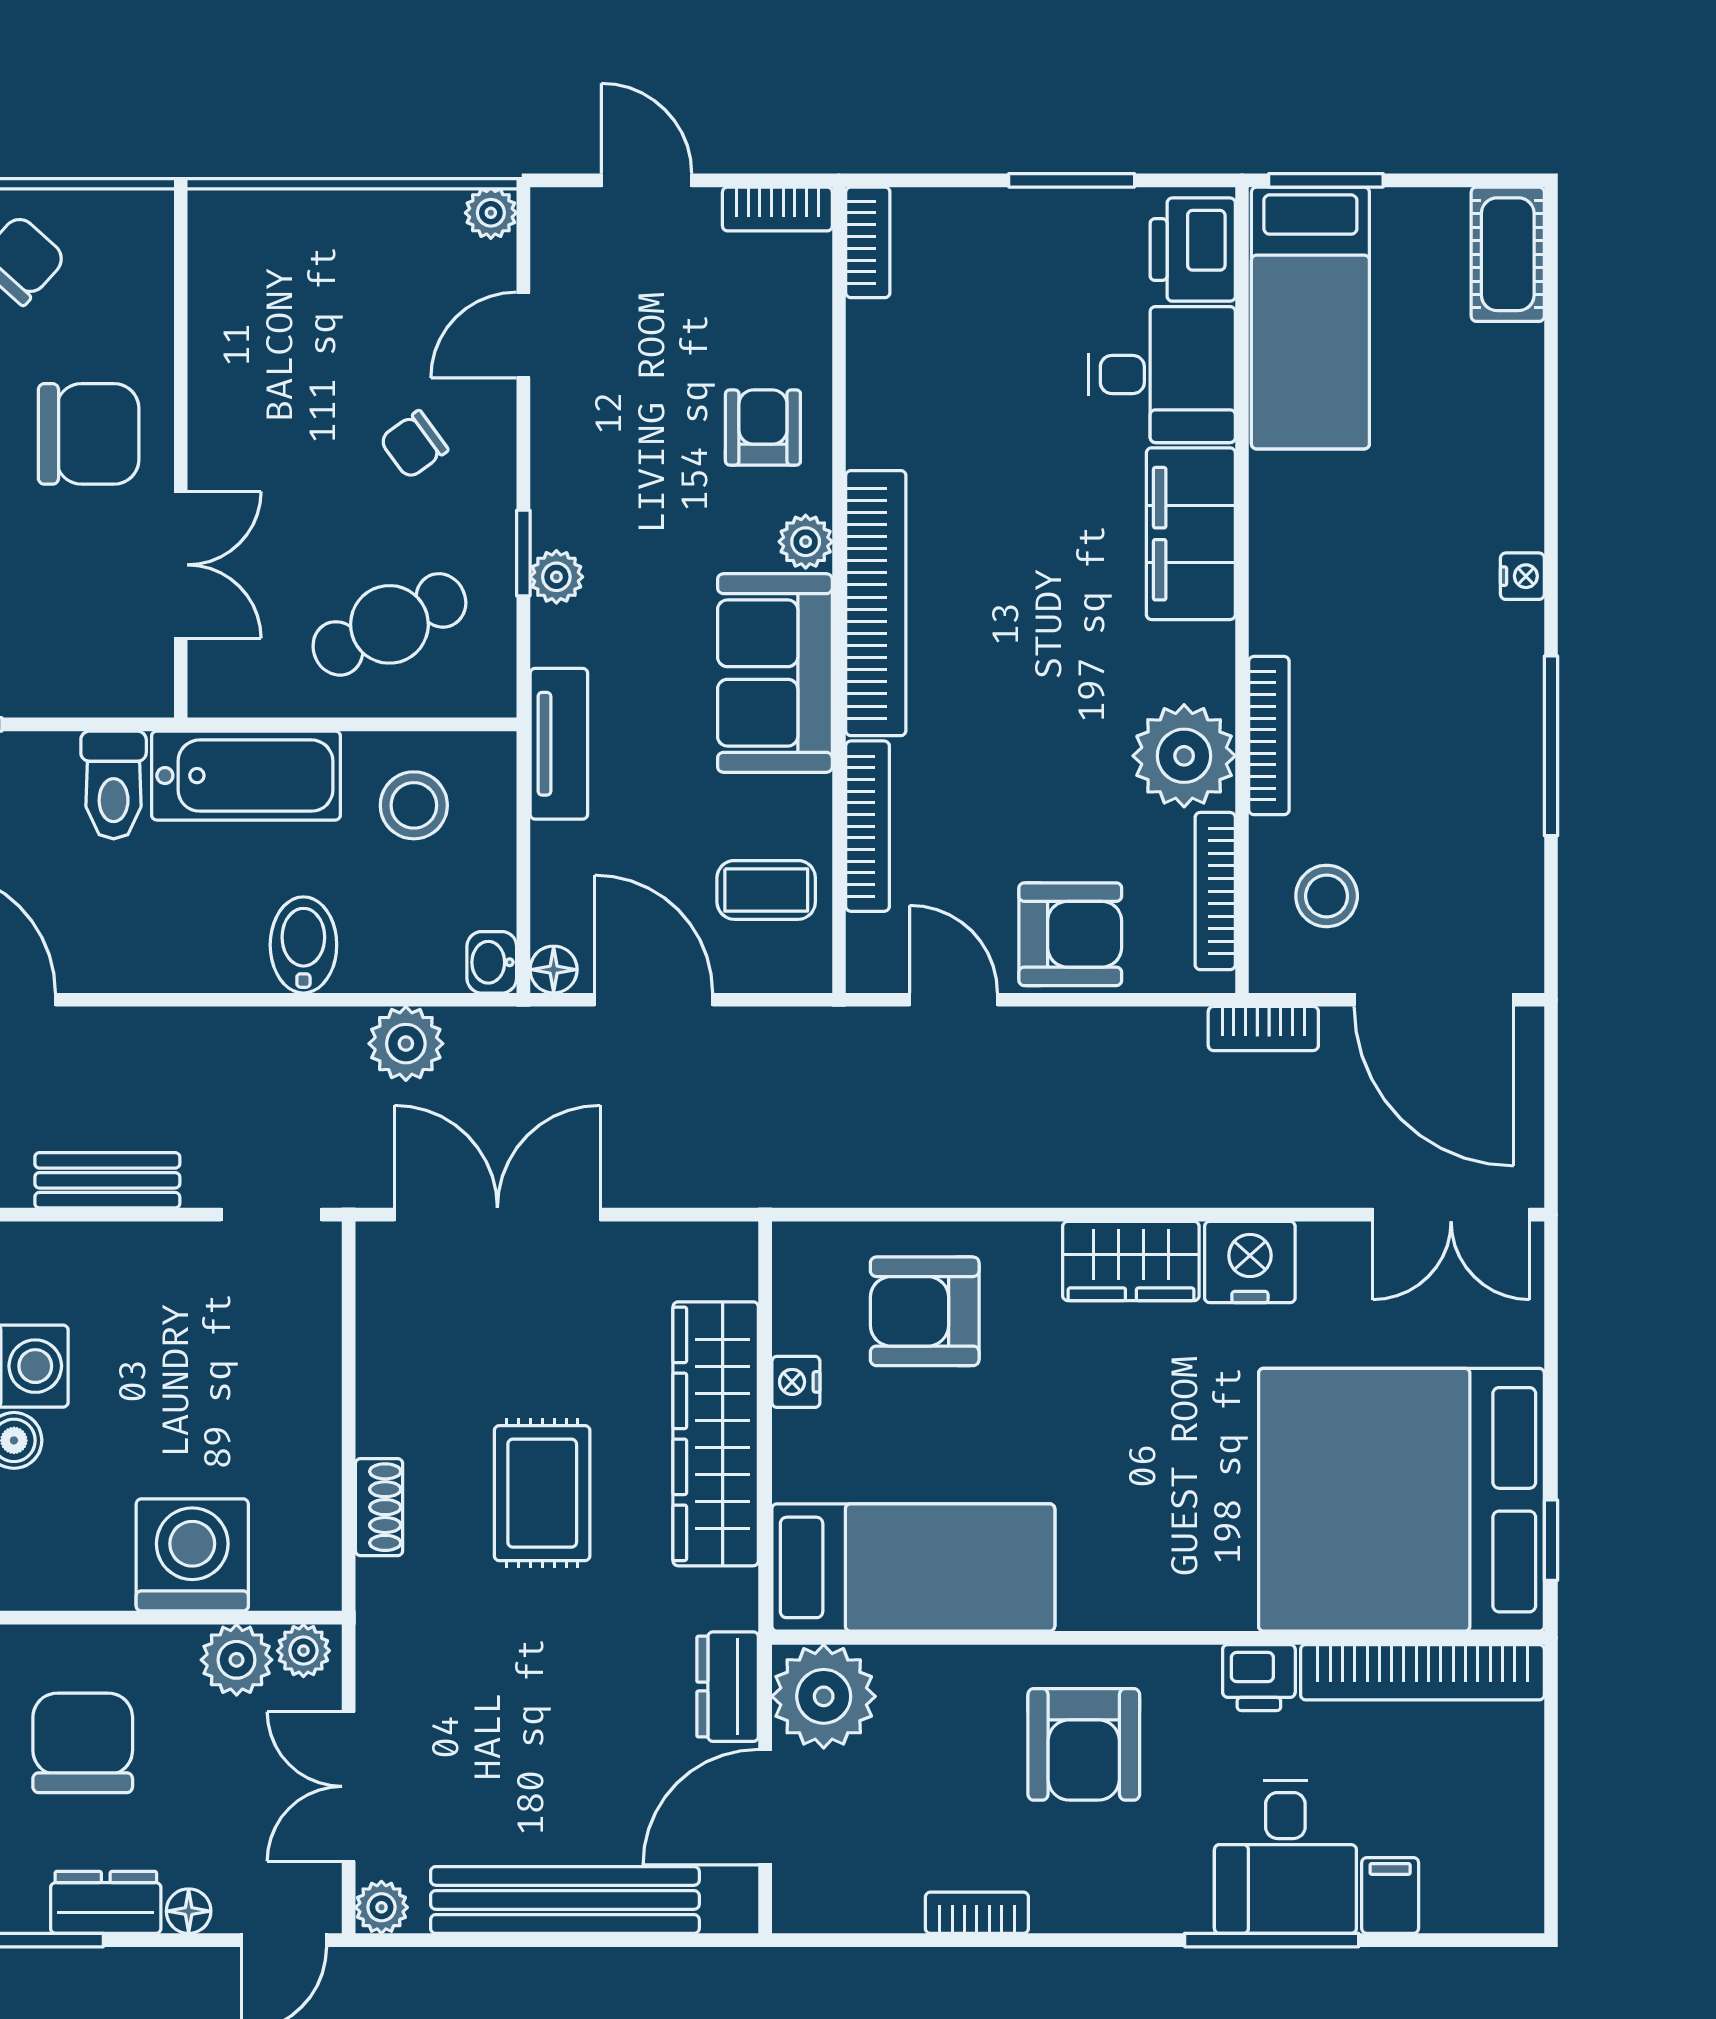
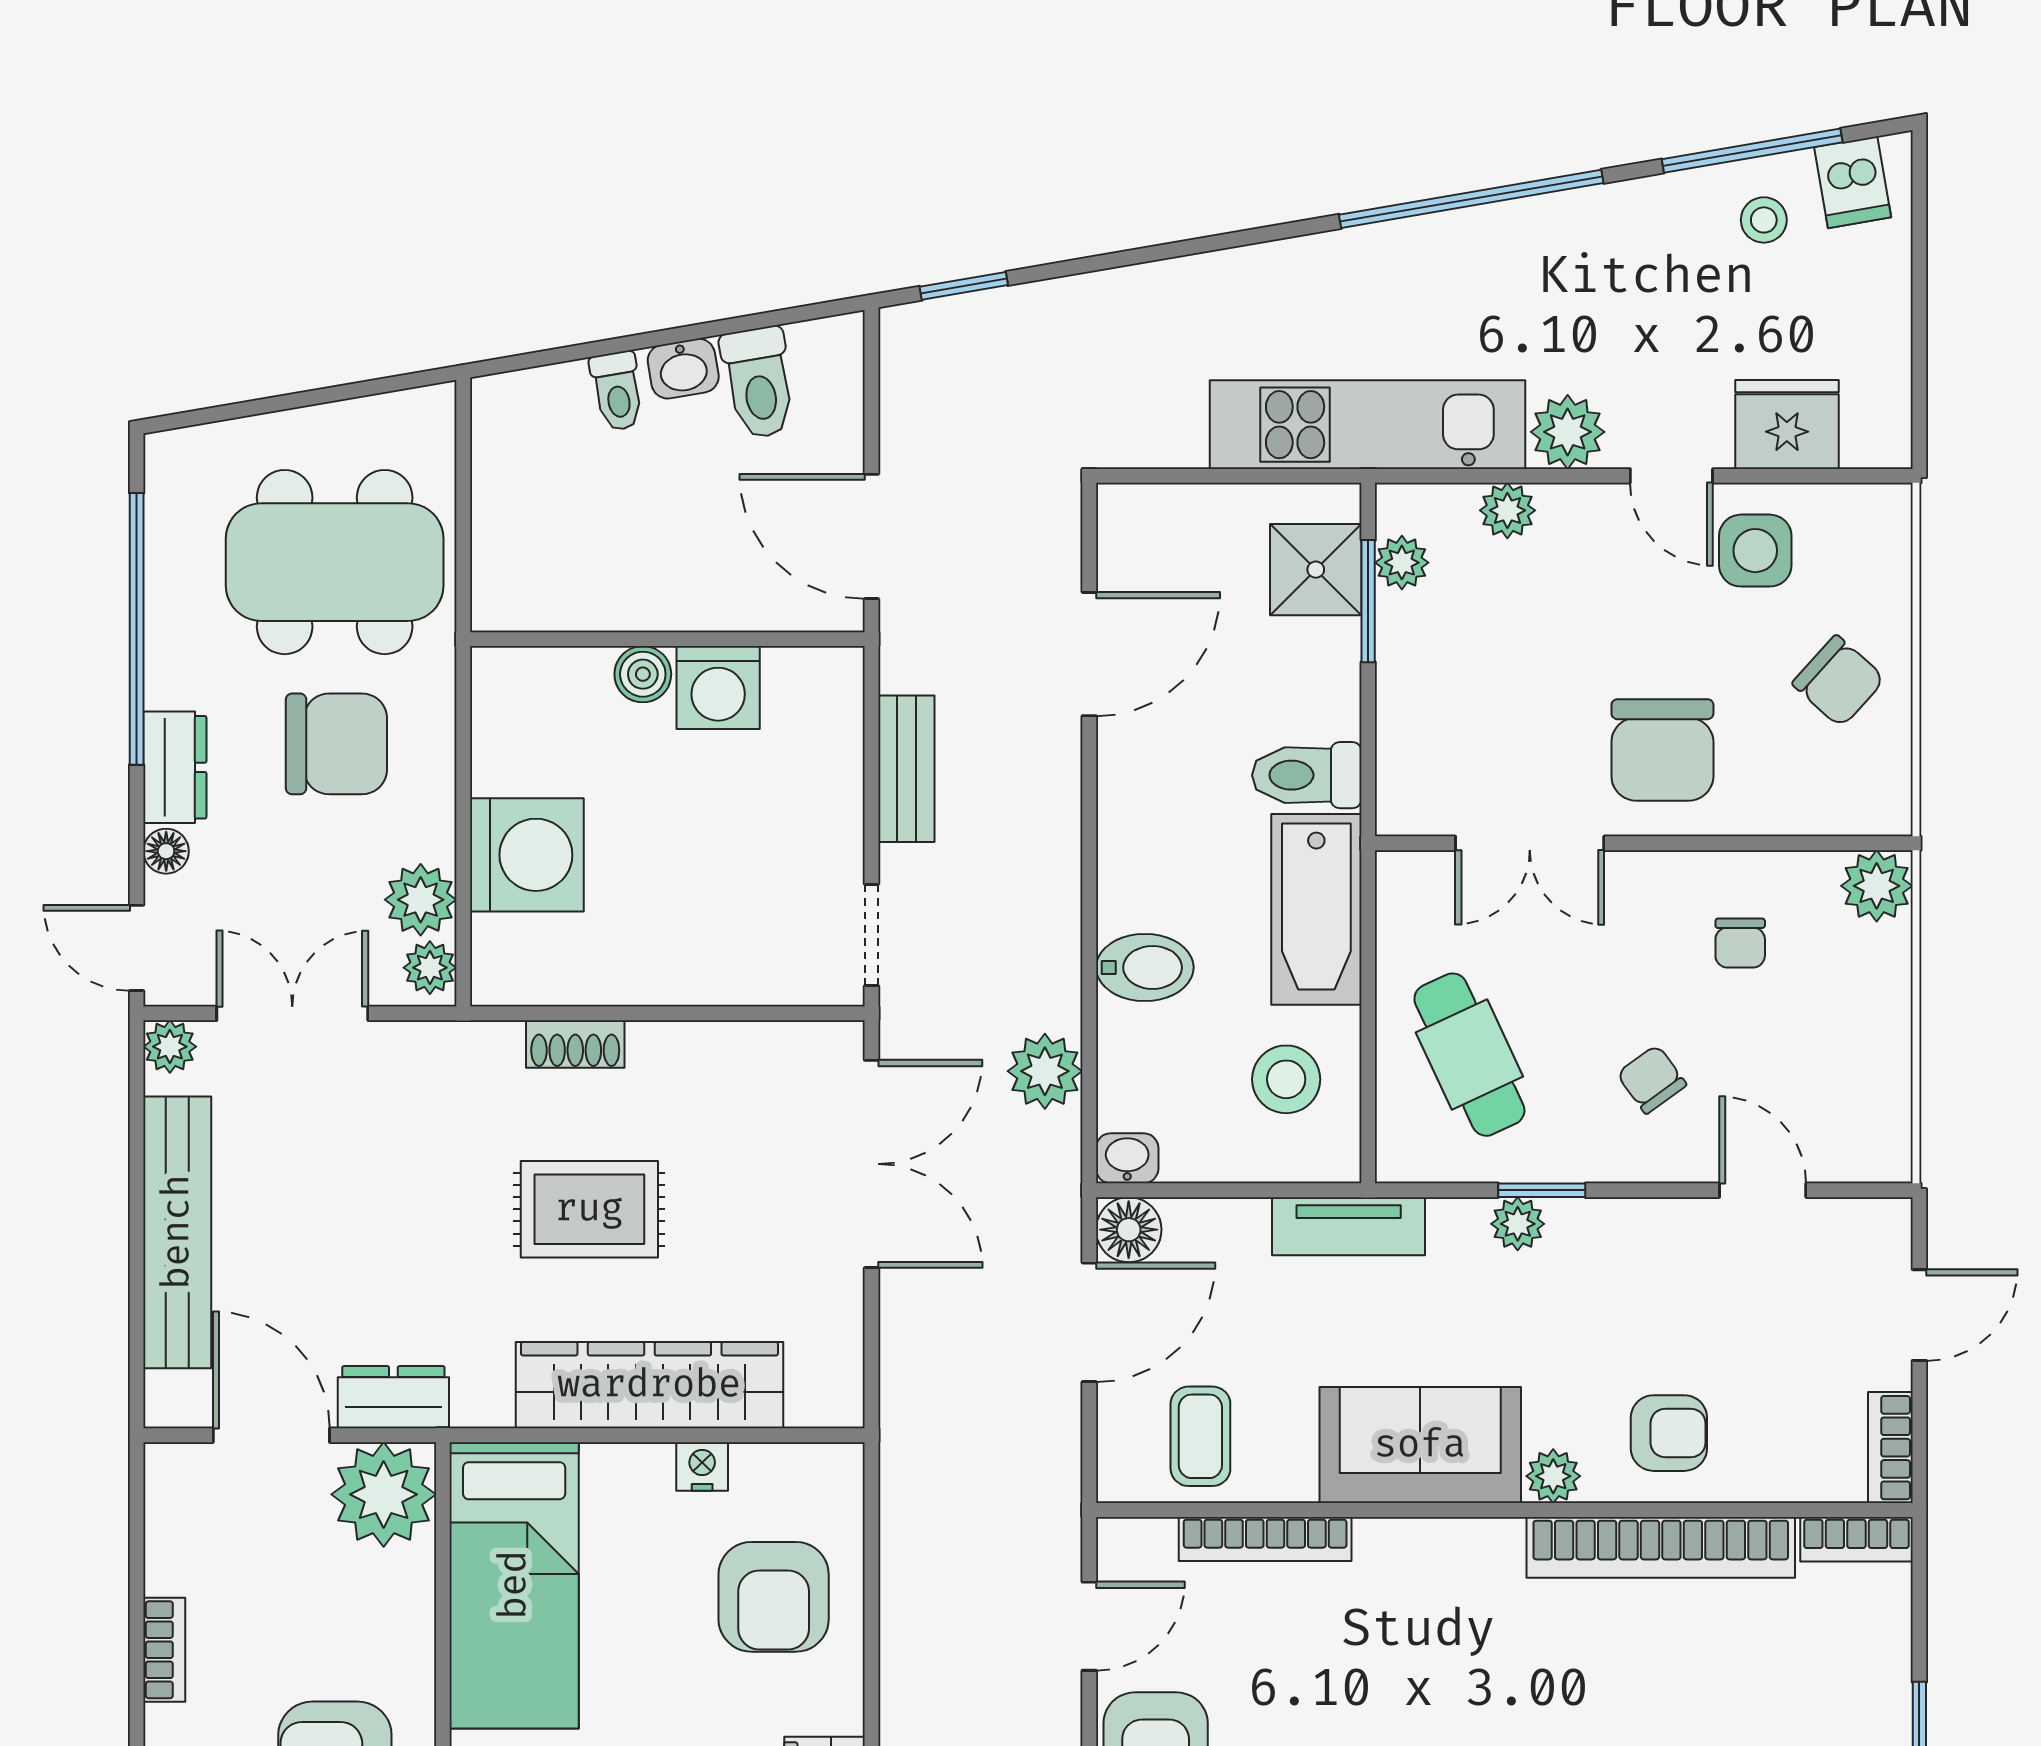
plant: (491, 213) -> (1877, 886), moved, width x1.38, depth x1.38
chair: (279, 357) -> (1740, 943), added
bookcase: (876, 603) -> (1661, 1547), moved
floor lamp: (554, 970) -> (1129, 1230), width x1.37, depth x1.37
armchair: (925, 1311) -> (774, 1597), turned 180

